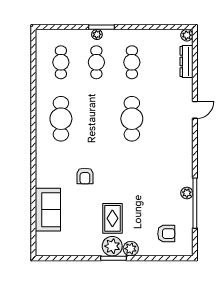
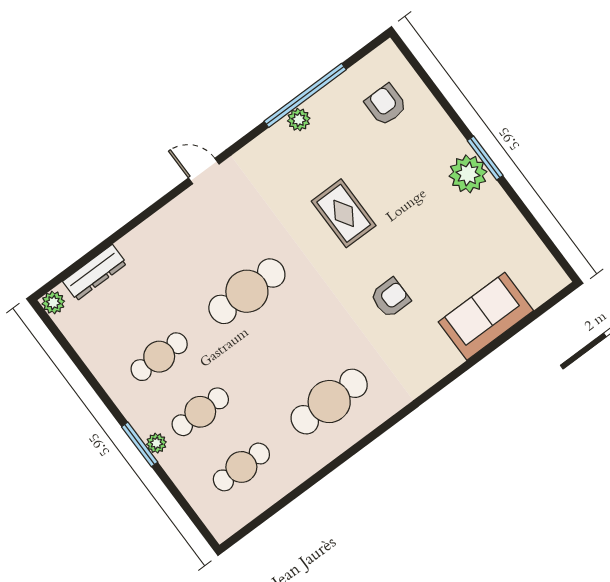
door: (195, 110) -> (204, 171), moved
rug: (112, 218) -> (344, 213), moved, turned 90
plant: (131, 249) -> (450, 142), removed

